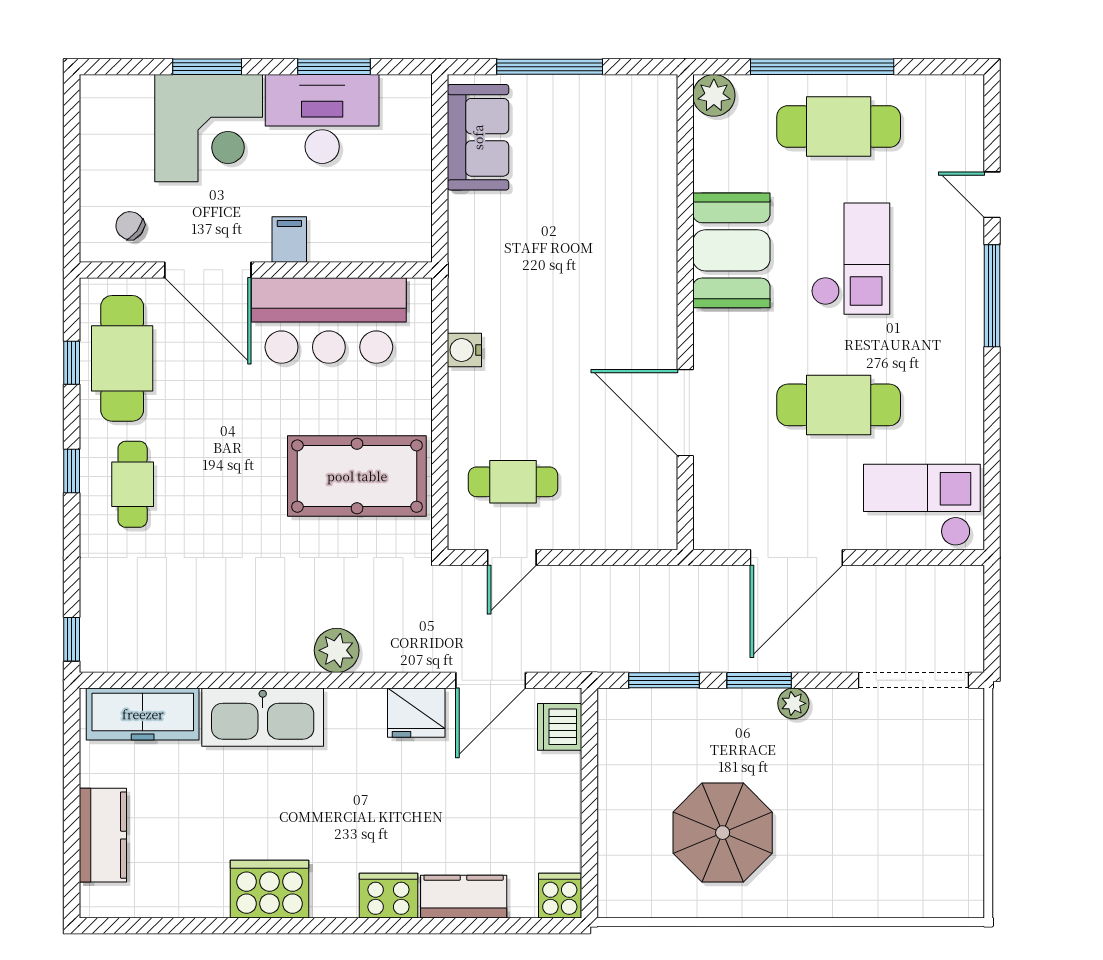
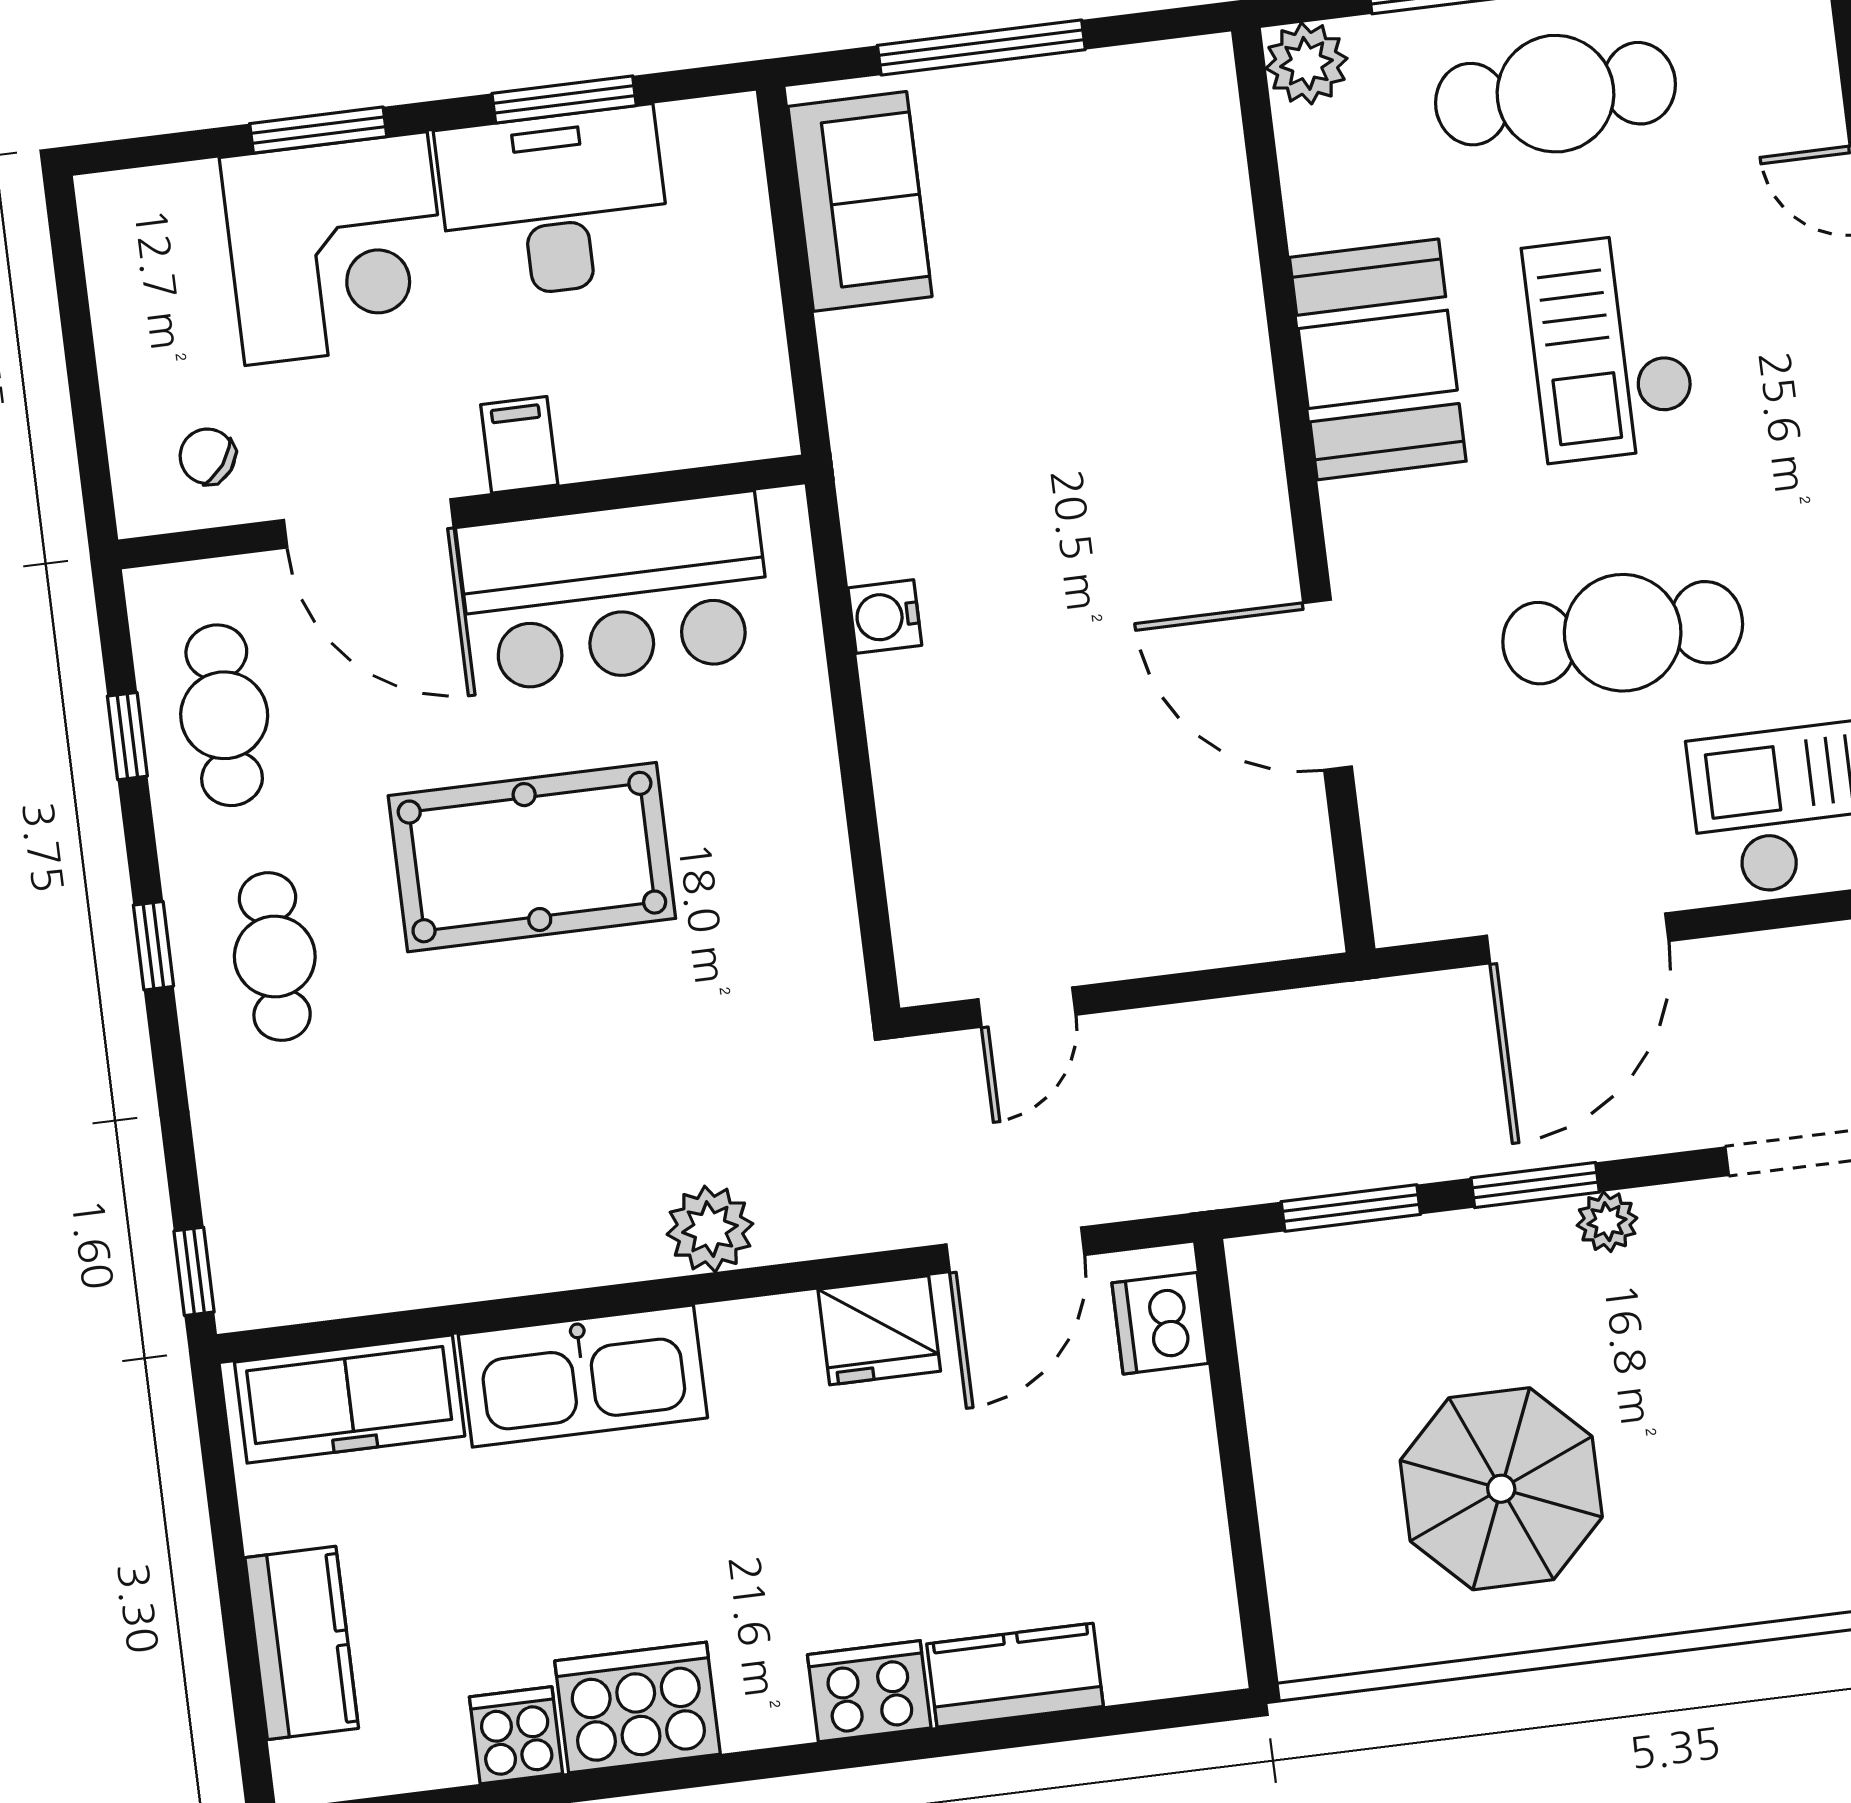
checkout: (850, 259) -> (1610, 347), turned 180
cafe table: (122, 358) -> (224, 715), width x0.73, depth x0.74
pool table: (357, 476) -> (532, 857), moved
cafe table: (513, 482) -> (1011, 860), removed
cooker: (560, 896) -> (516, 1735), moved

